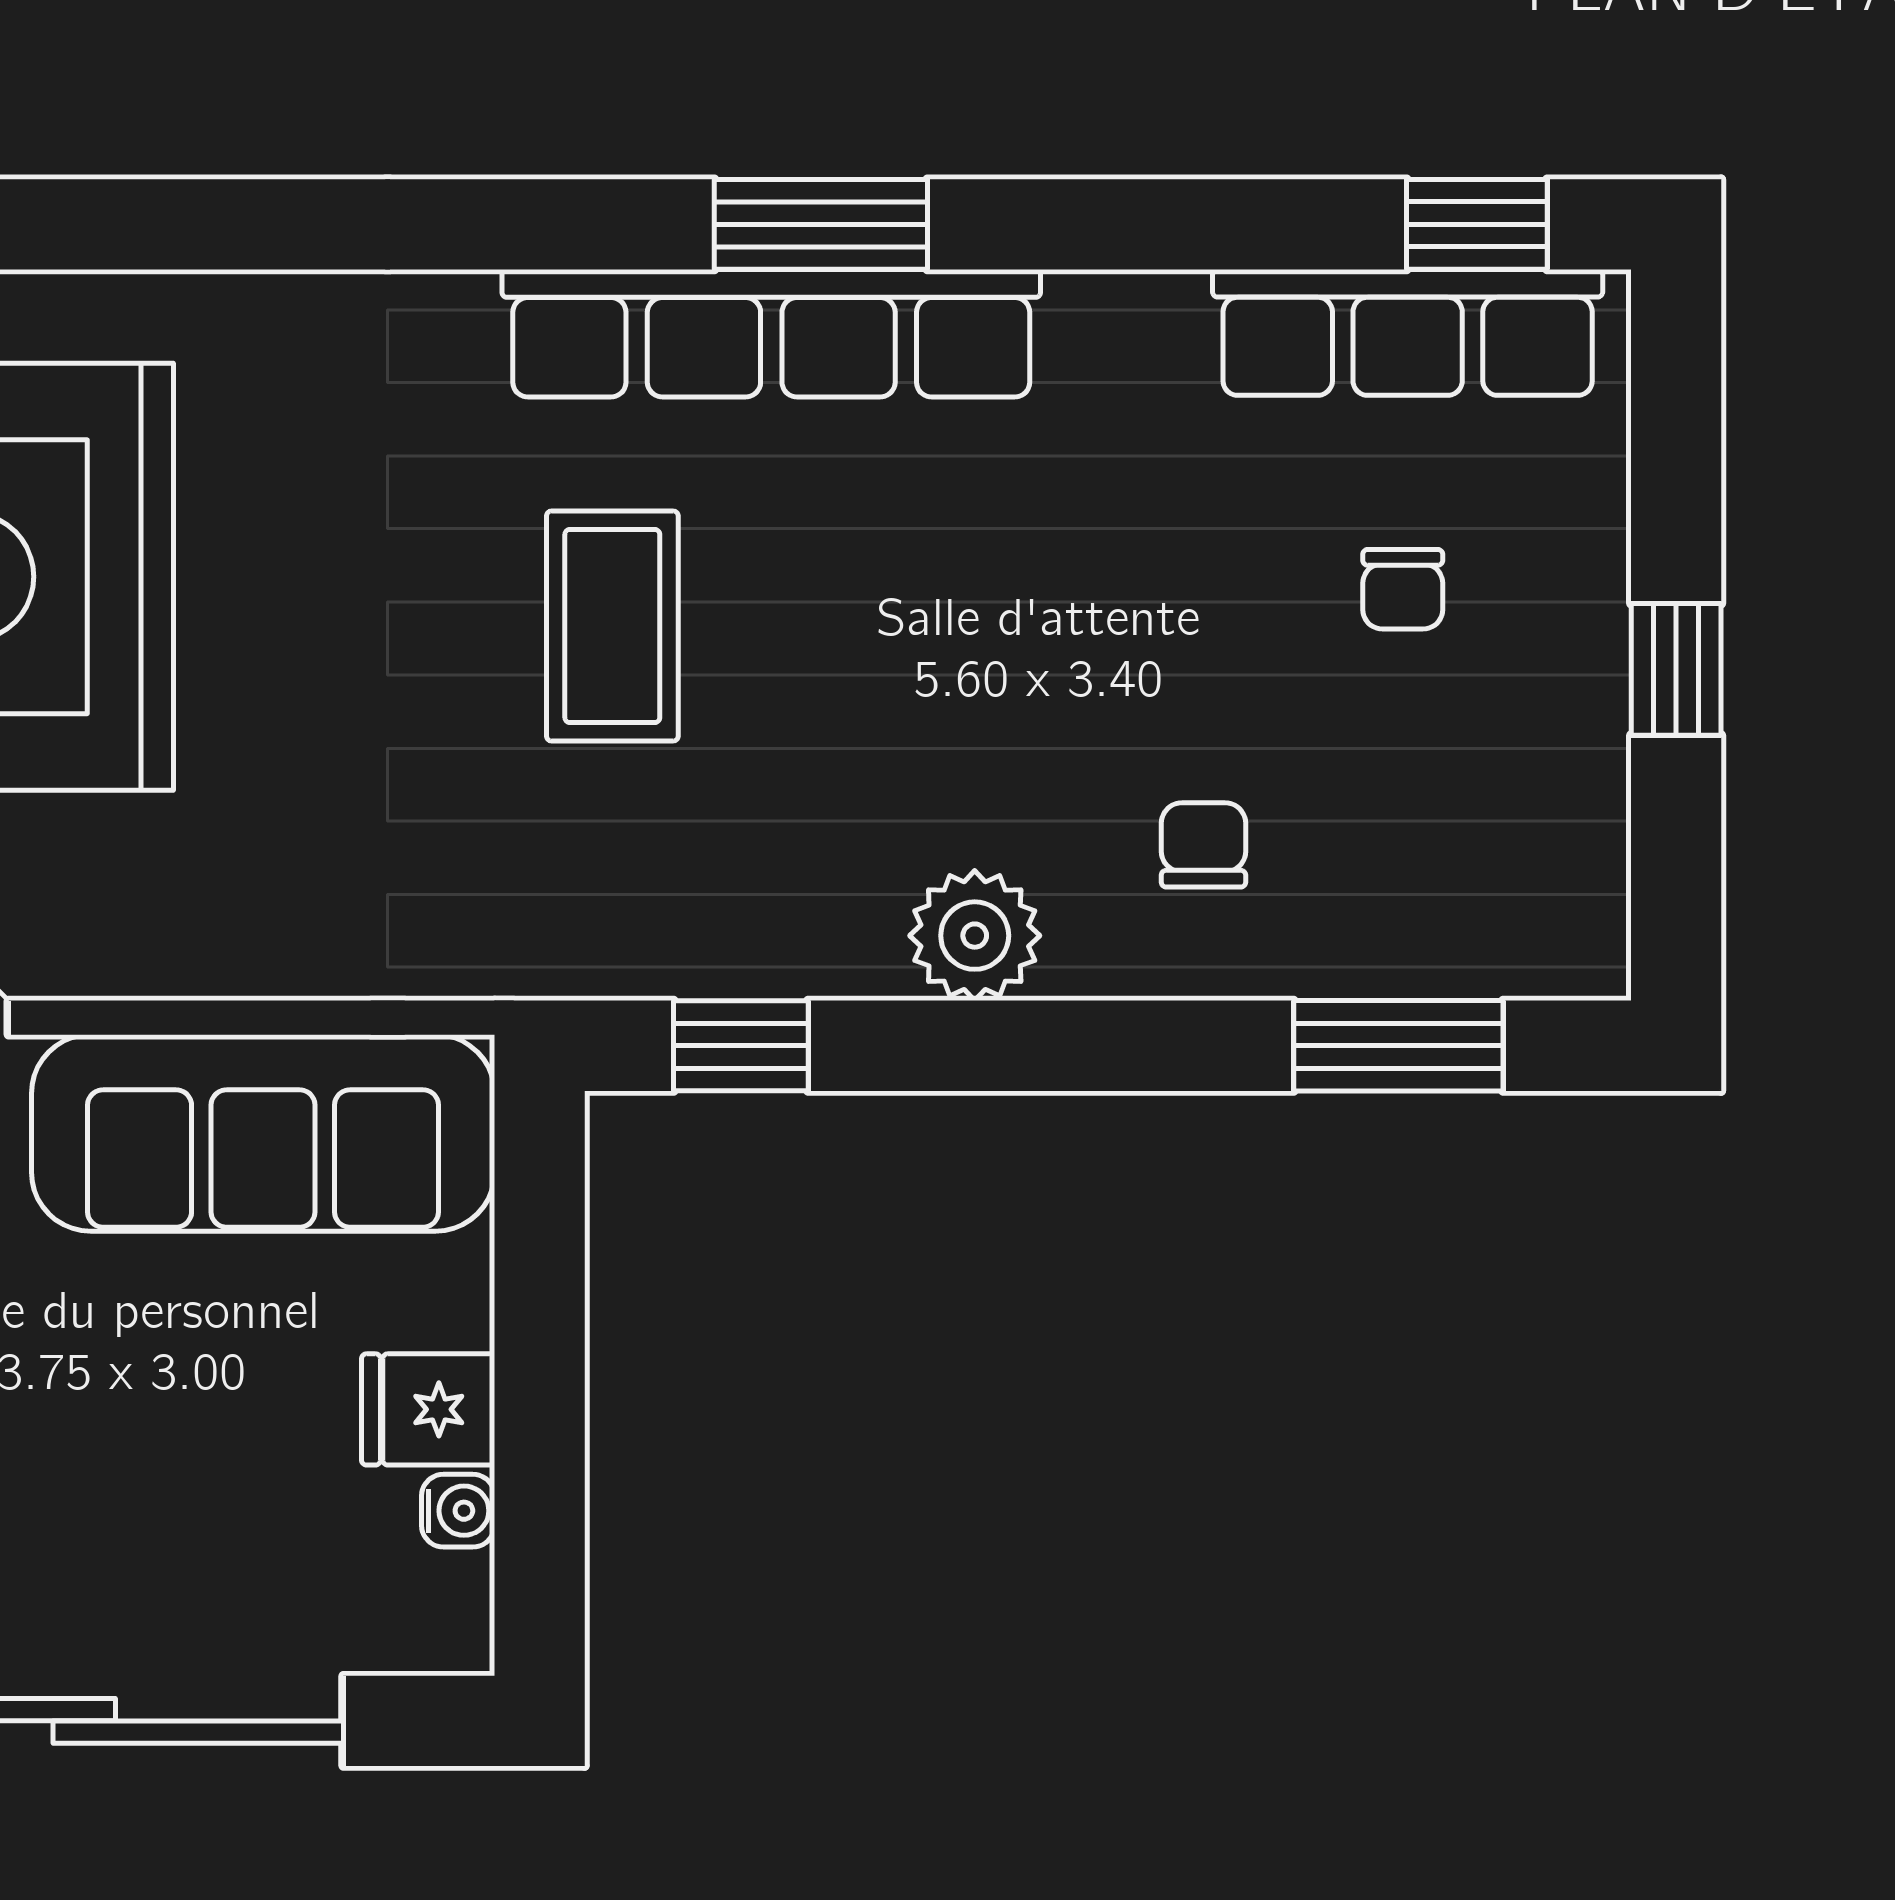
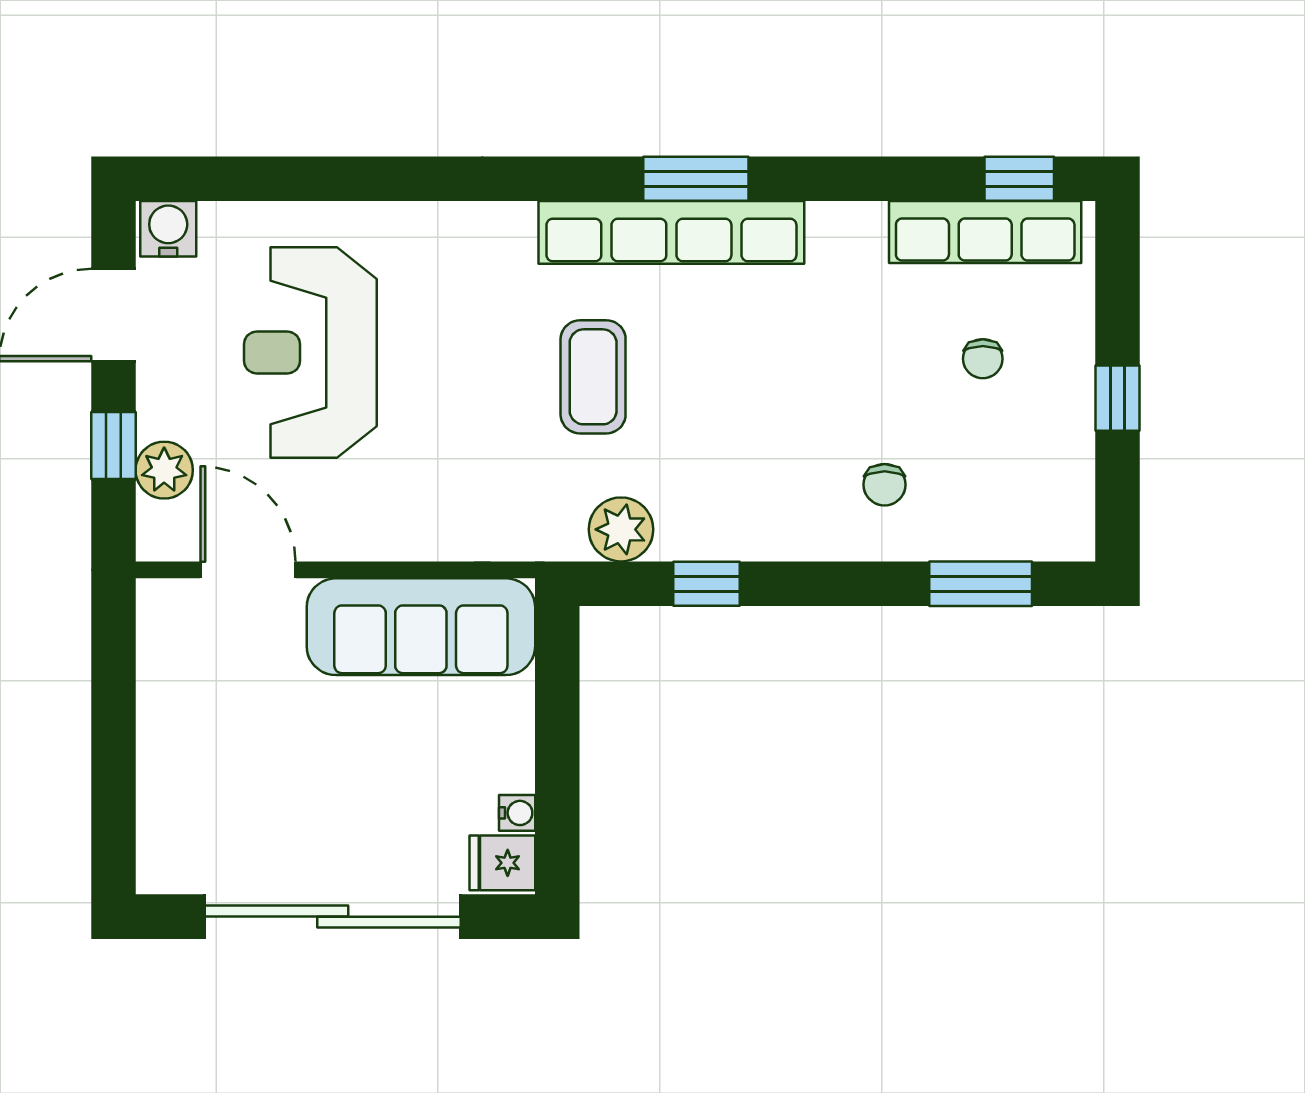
chair: (1203, 845) -> (885, 485), turned 180
plant: (975, 936) -> (621, 529), moved
window: (741, 1046) -> (706, 584), moved
fridge: (428, 1409) -> (502, 863), moved

